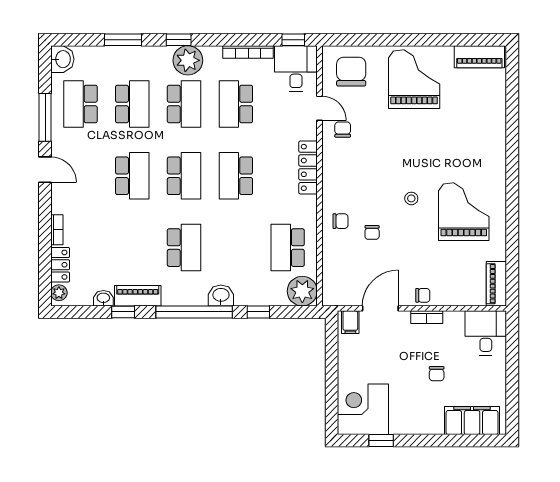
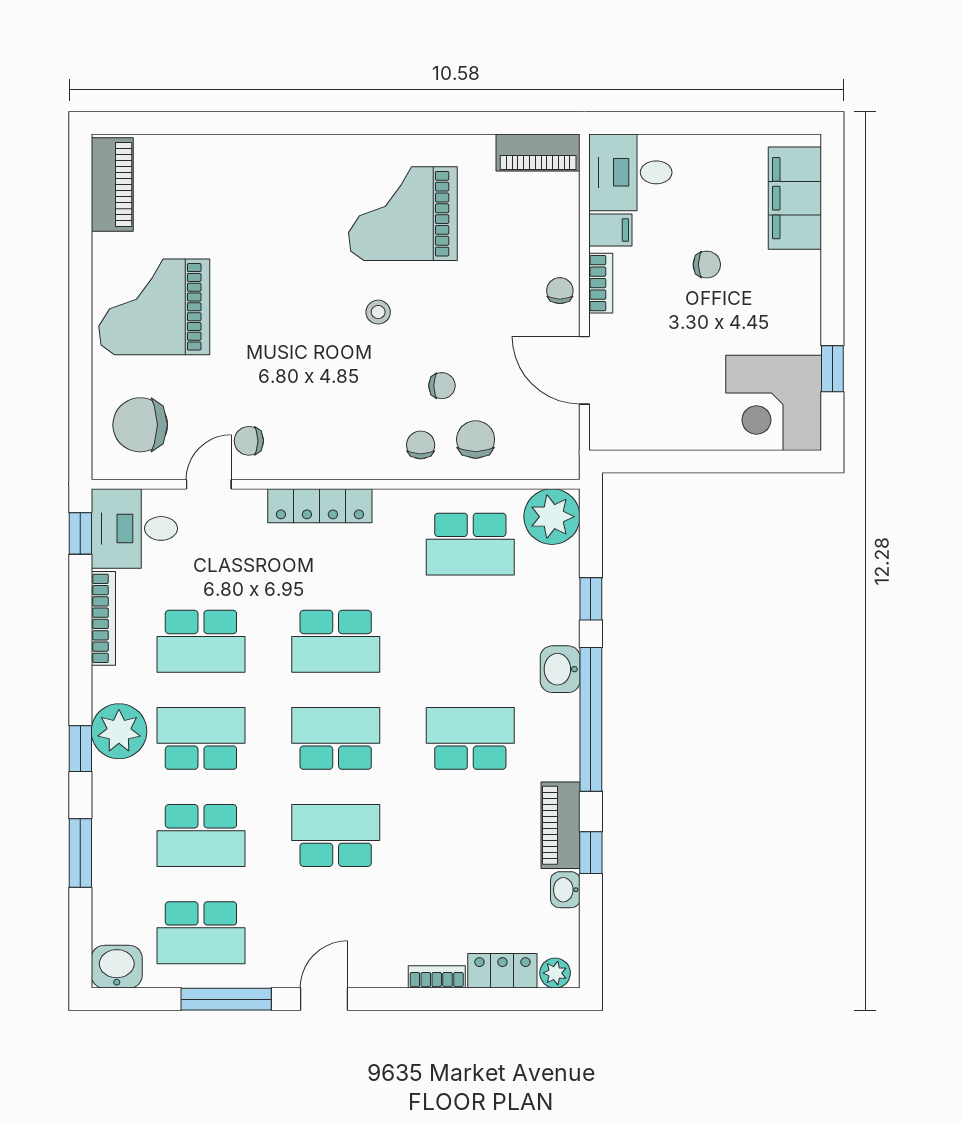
school desk: (132, 104) -> (201, 836), turned 180
chair: (343, 250) -> (476, 439), added
filing cabinet: (350, 322) -> (610, 230), moved

